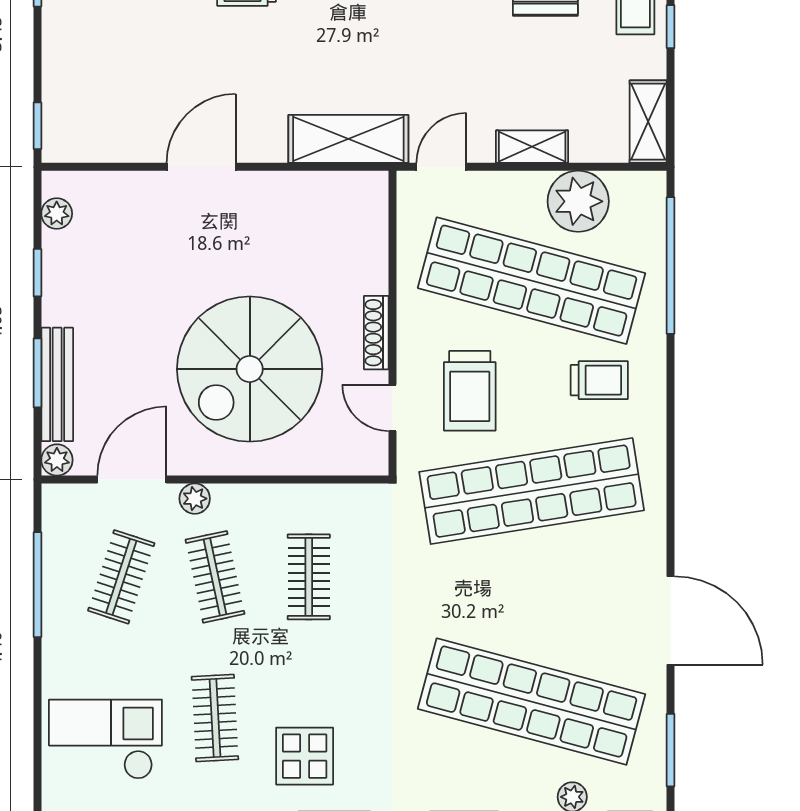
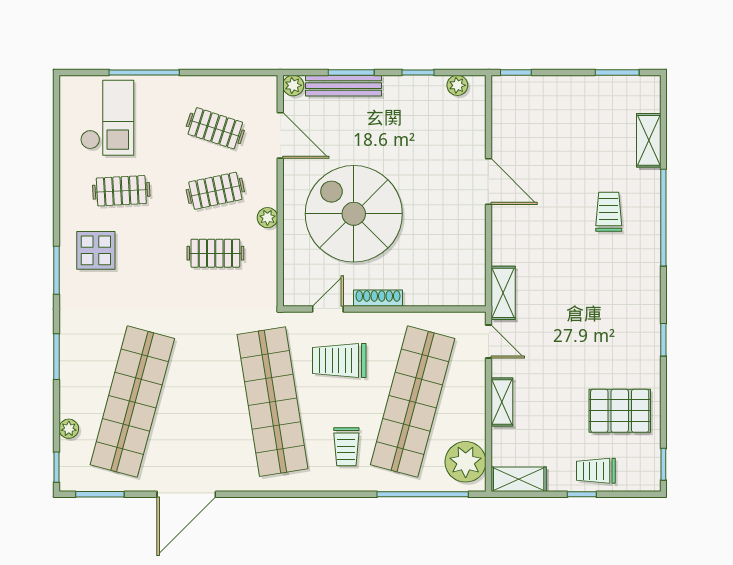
shelving: (348, 139) -> (503, 293), width x0.67, depth x0.75
plant: (578, 201) -> (466, 462), moved
plant: (195, 499) -> (267, 218), moved
window: (37, 585) -> (144, 72), moved

